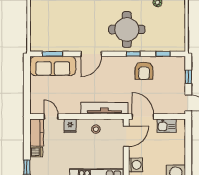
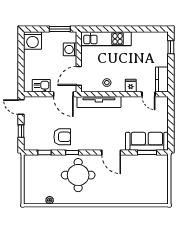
door: (91, 54) -> (111, 152), swing flipped
armchair: (144, 71) -> (62, 137), turned 90
dishwasher: (36, 152) -> (162, 61), removed

